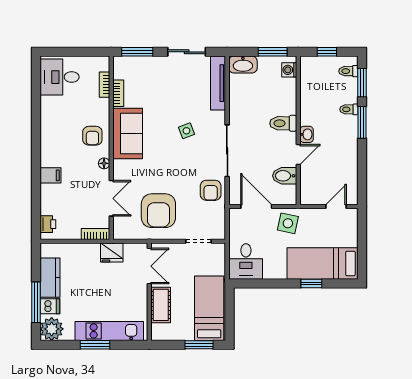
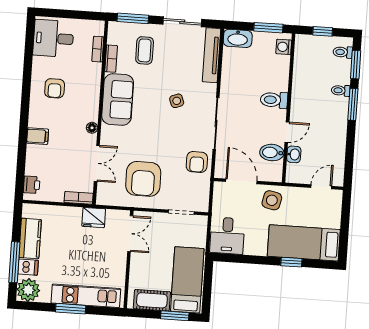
coffee table: (151, 83) -> (145, 50), added
washbasin: (307, 134) -> (294, 154), moved
armchair: (92, 136) -> (55, 88), moved
cot: (161, 305) -> (152, 300), moved, turned 90

